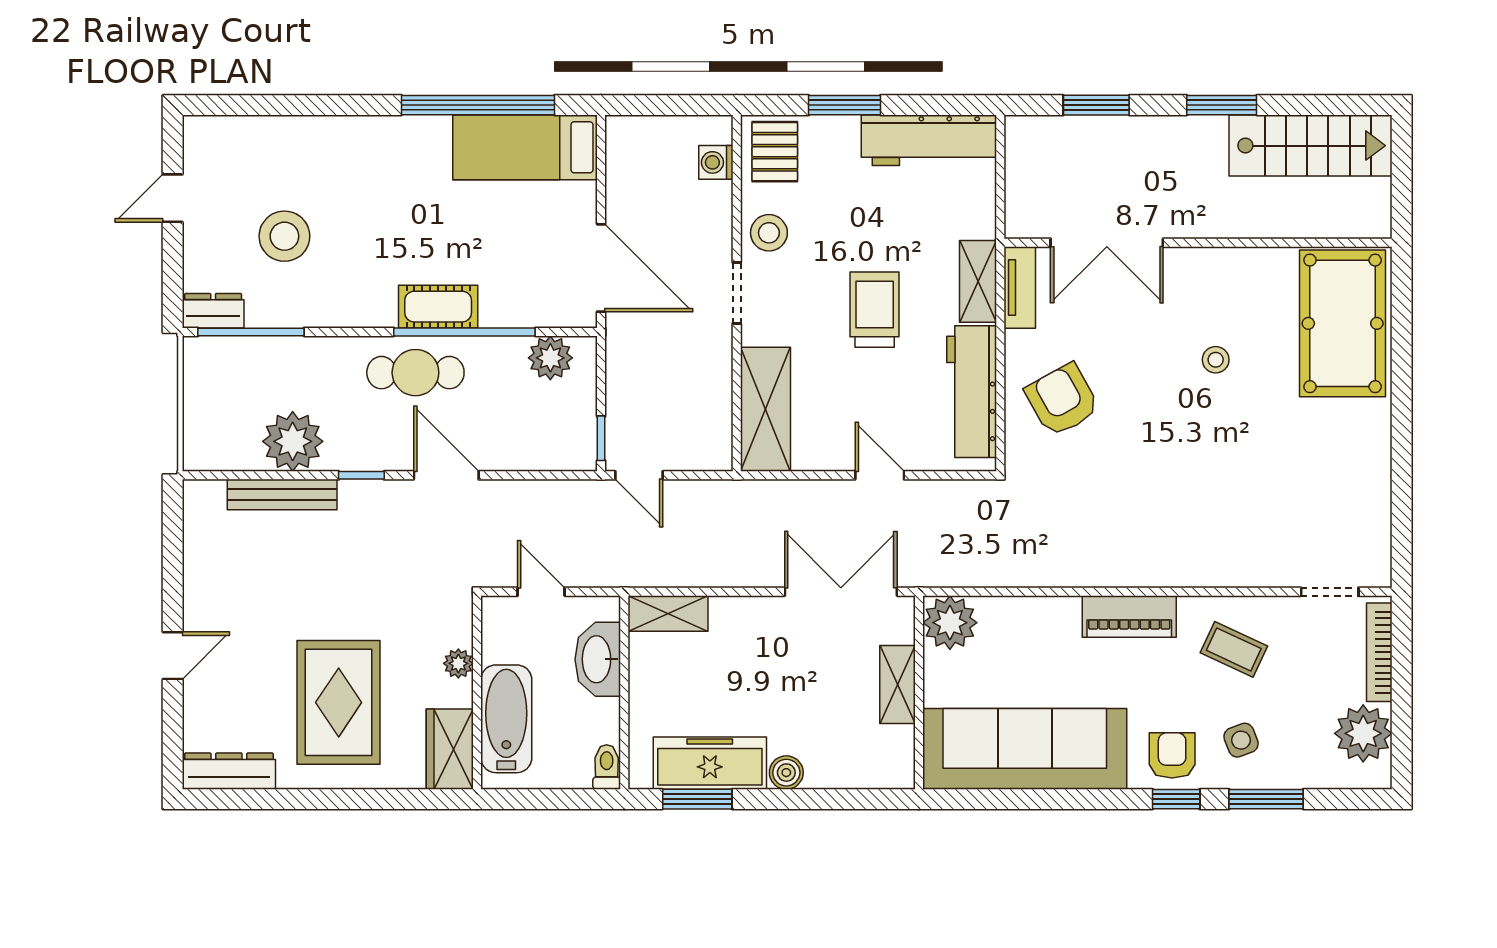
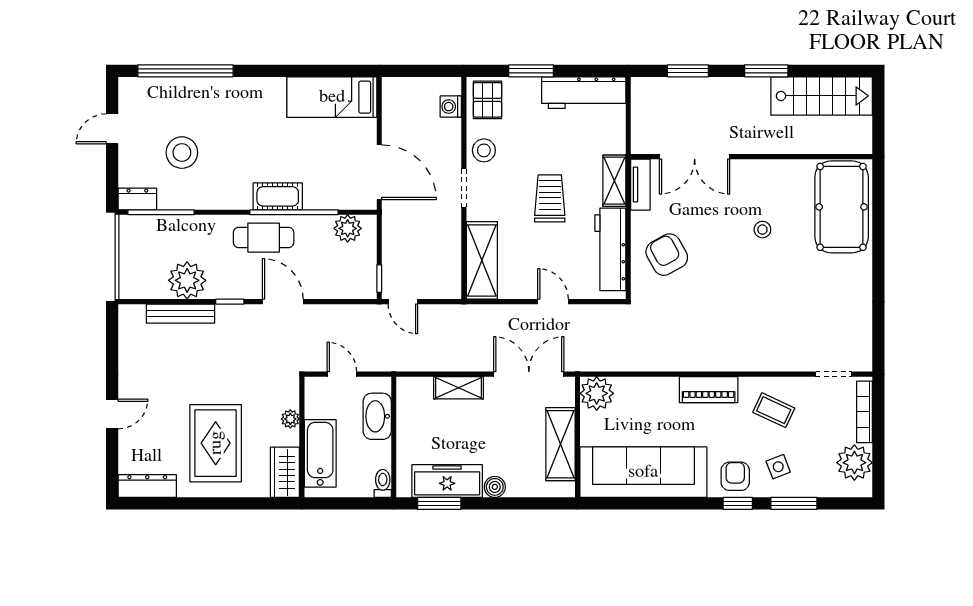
window: (478, 105) -> (185, 71), moved
shelving: (668, 613) -> (459, 388), moved
shelving: (897, 684) -> (560, 444), width x1.50, depth x1.33

